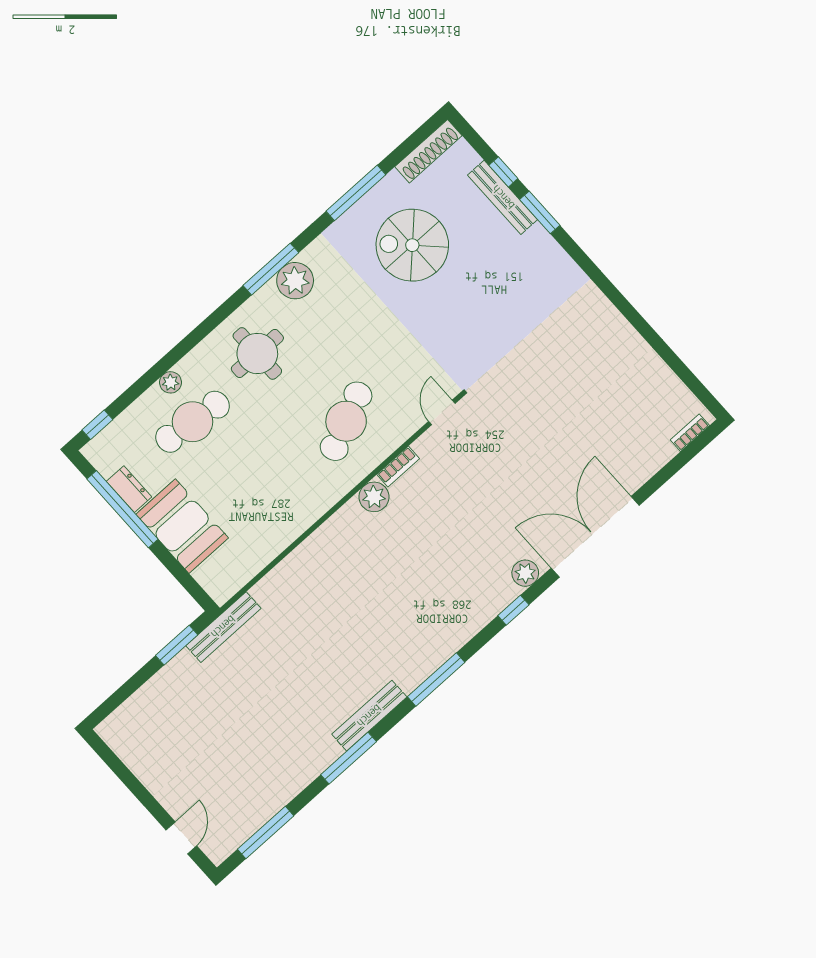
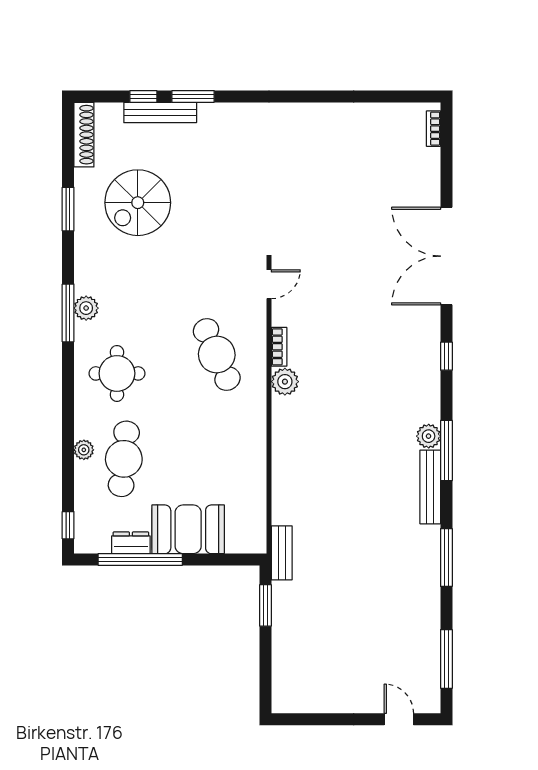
window: (356, 193) -> (68, 209), width x0.69
plant: (295, 281) -> (86, 308), width x0.73, depth x0.73
door: (442, 412) -> (269, 284), swing flipped
plant: (525, 573) -> (429, 436), moved
bench: (223, 627) -> (282, 553), width x0.73
bench: (369, 716) -> (430, 487), moved

